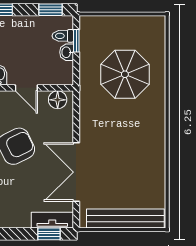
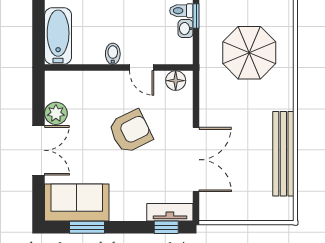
double door: (76, 172) -> (196, 160), swing flipped
bench: (125, 219) -> (283, 154), moved, turned 90

